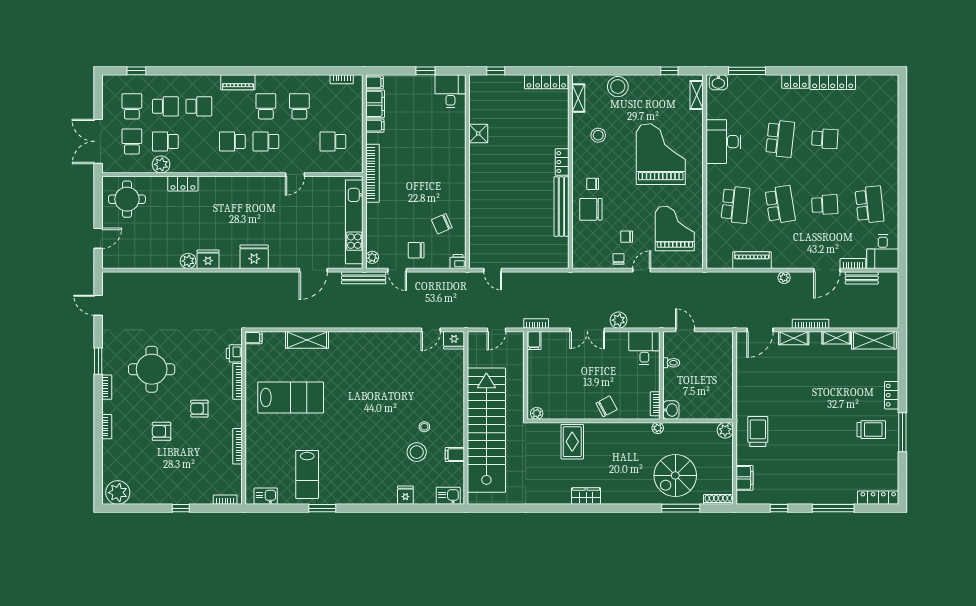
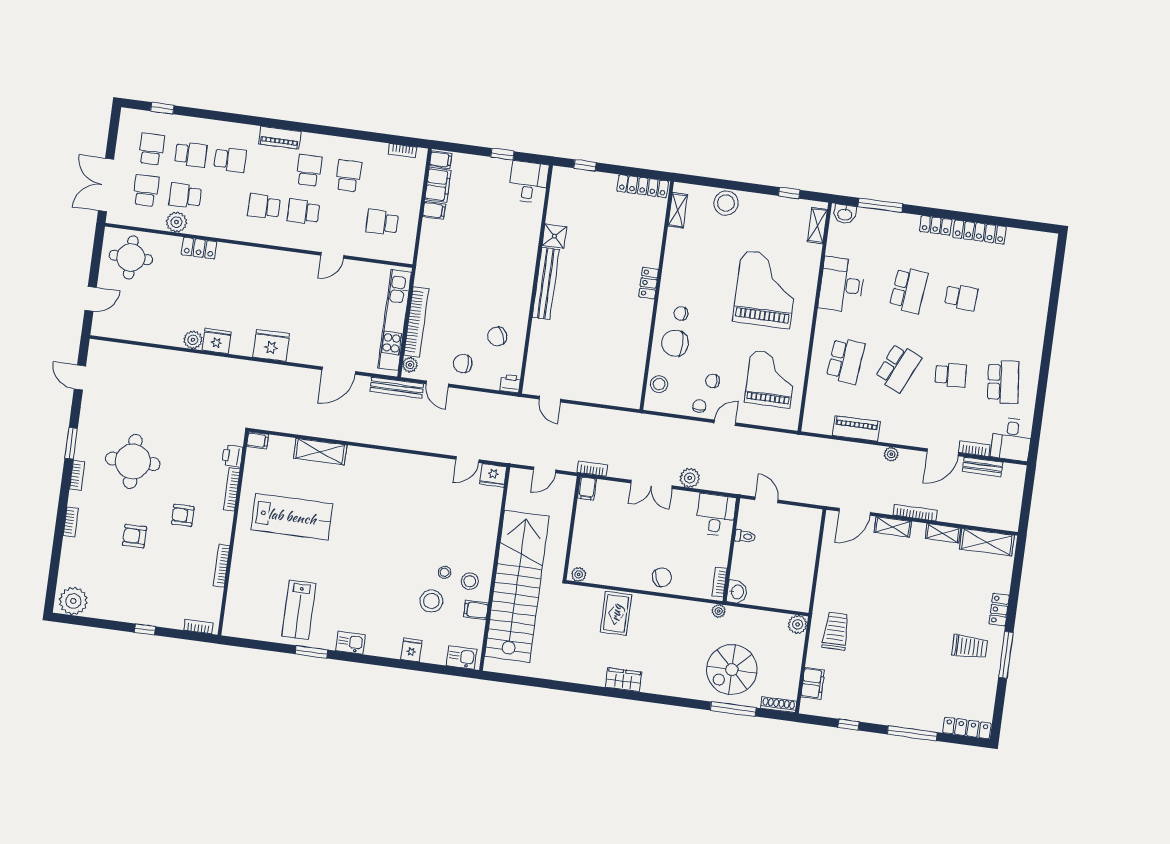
stool: (598, 135) -> (659, 384), moved
bookcase: (373, 173) -> (416, 322), moved
school desk: (780, 205) -> (898, 368), turned 33
bench: (561, 206) -> (546, 283), moved
stool: (447, 431) -> (470, 581), added
kitchen sink: (266, 496) -> (350, 643), moved

